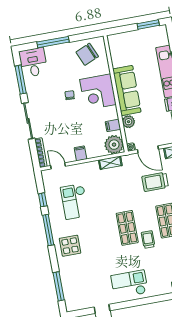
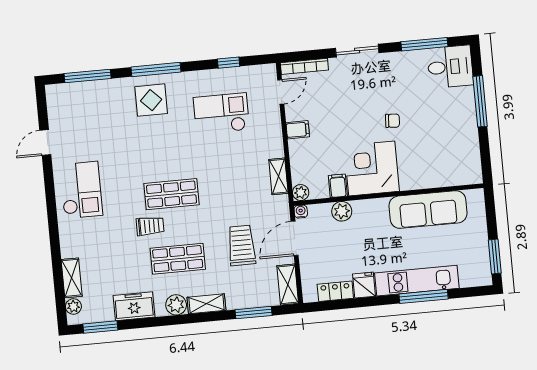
chair: (87, 54) -> (456, 154), removed
sofa: (127, 91) -> (428, 210), moved
corner desk: (98, 92) -> (372, 168), moved
sliding door: (28, 121) -> (357, 51), width x0.73
plant: (114, 145) -> (301, 193), width x0.53, depth x0.53
window: (48, 230) -> (156, 70), moved

